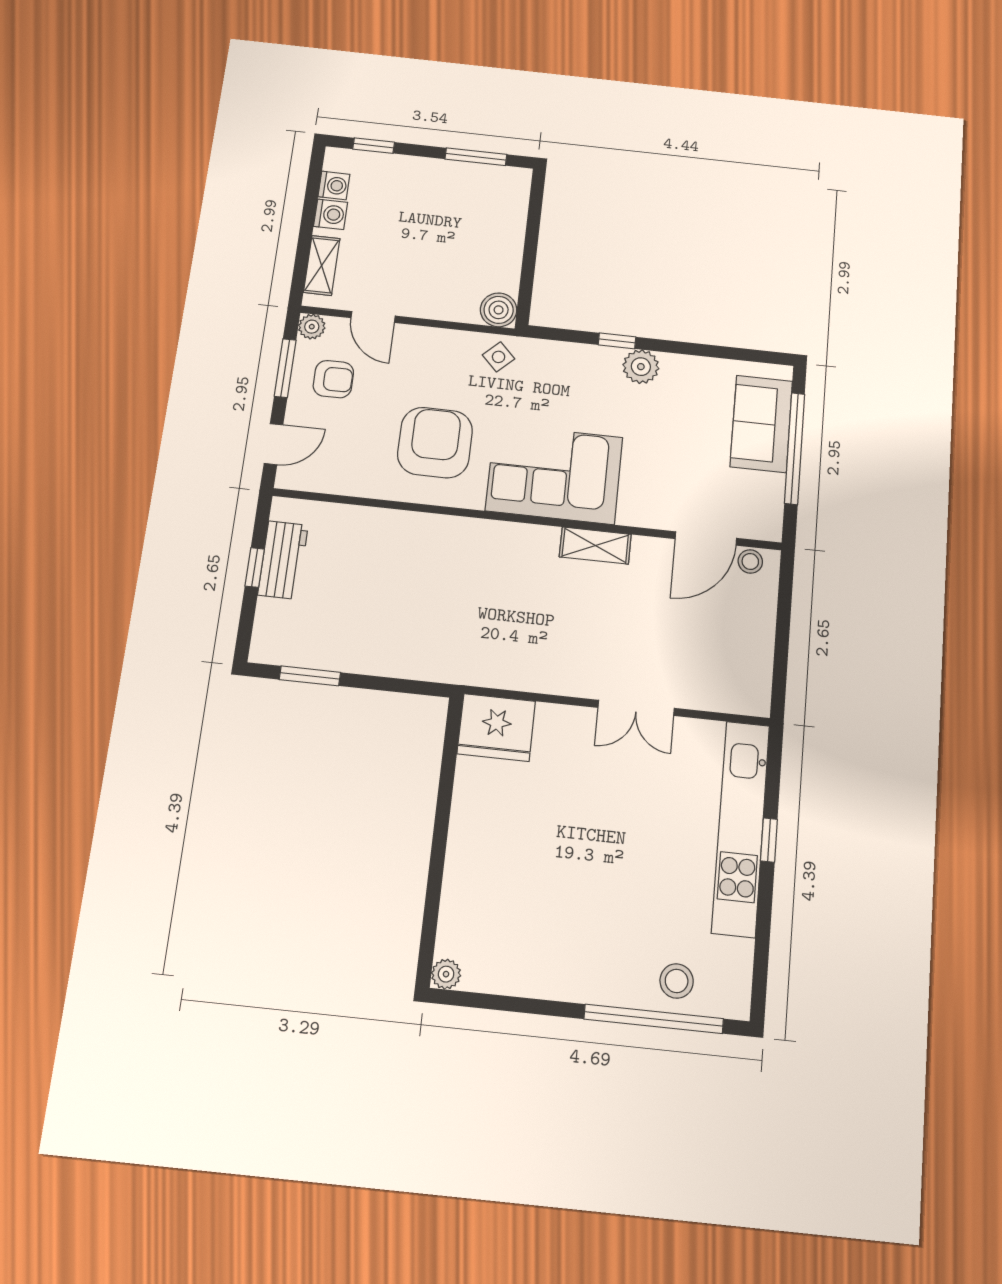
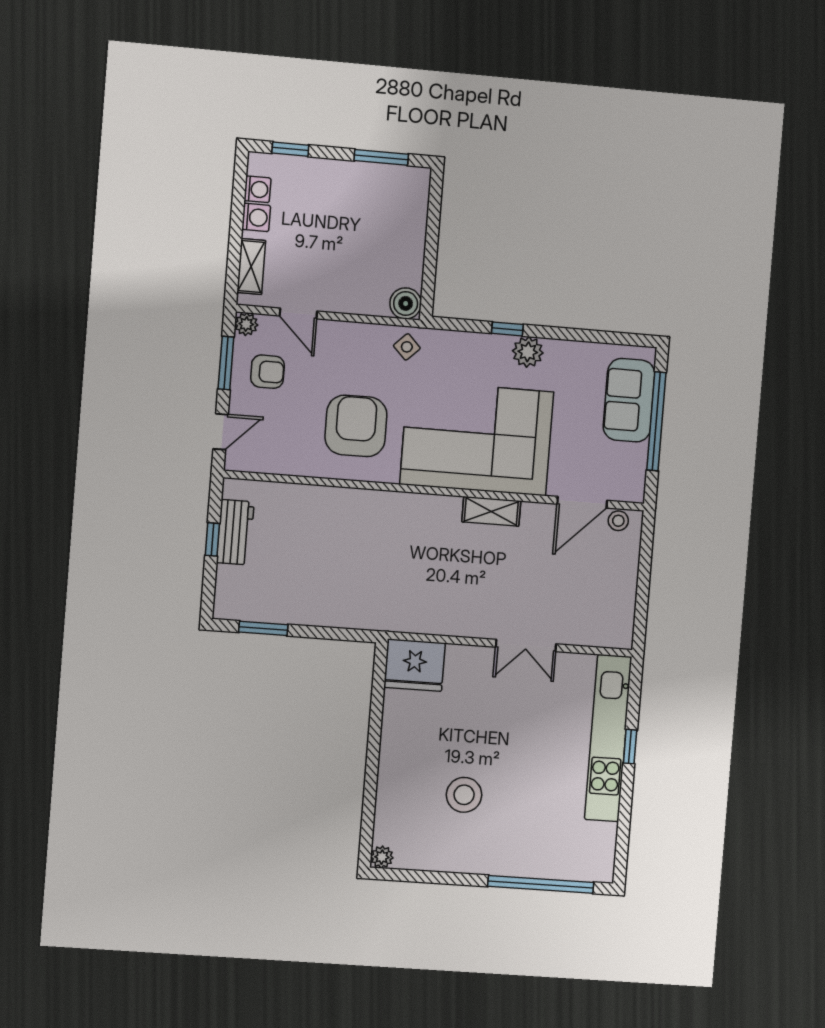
corner sofa: (554, 474) -> (477, 438), width x1.36, depth x1.36
stool: (677, 981) -> (464, 795), moved, width x1.38, depth x1.38

